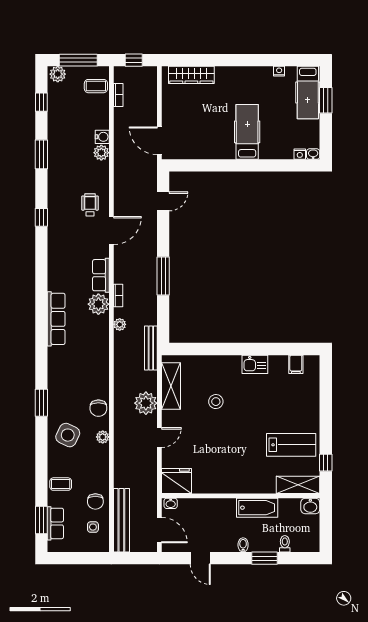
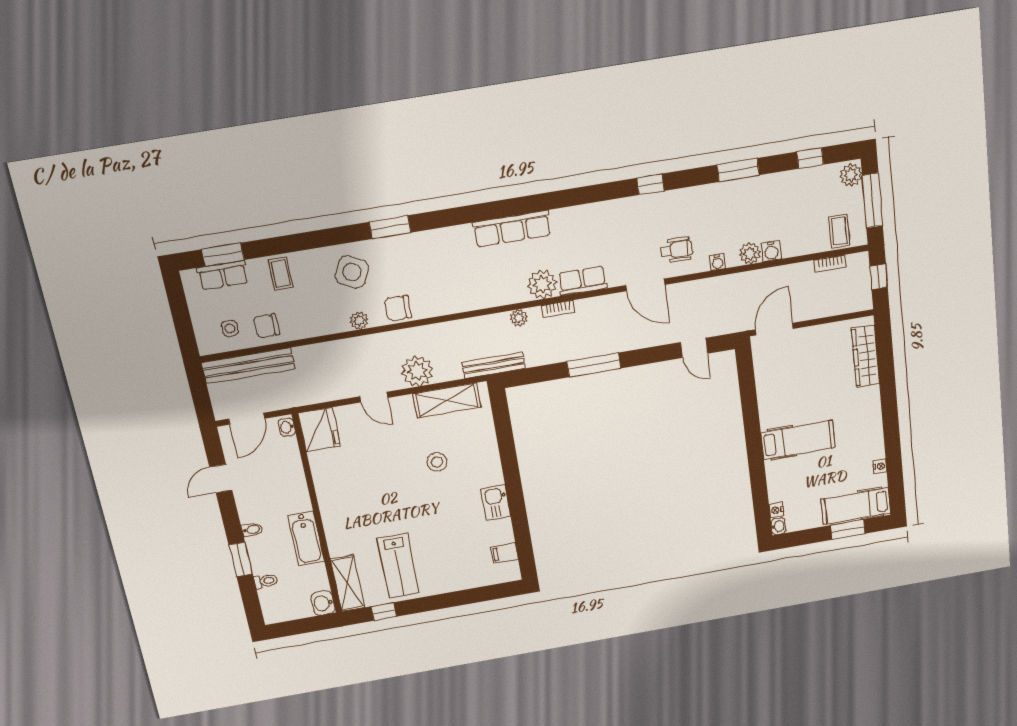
water cooler: (104, 177) -> (717, 262), added

